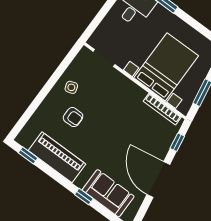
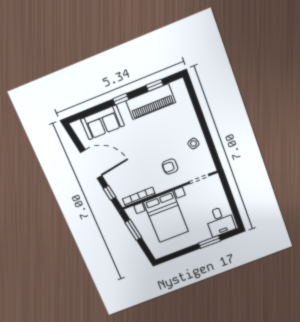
armchair: (73, 117) -> (170, 167), moved
window: (28, 155) -> (155, 85), moved
window: (84, 197) -> (121, 99), moved

